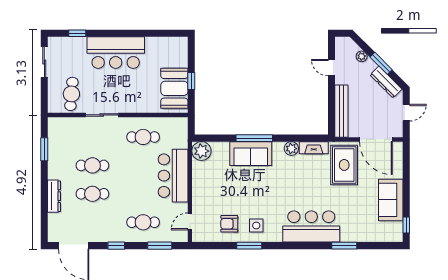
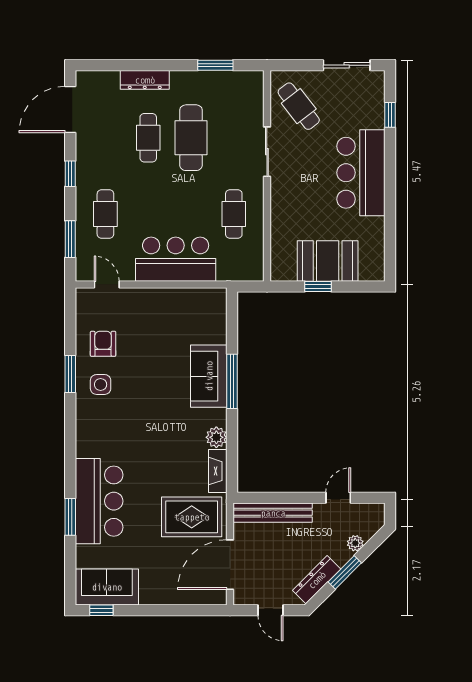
booth: (174, 88) -> (328, 261), moved
cafe table: (71, 94) -> (299, 106), turned 47
plant: (201, 151) -> (213, 302), removed
cafe table: (92, 165) -> (191, 138), width x1.37, depth x1.35
sofa: (391, 200) -> (107, 587), moved
bar counter: (311, 226) -> (99, 501), moved

